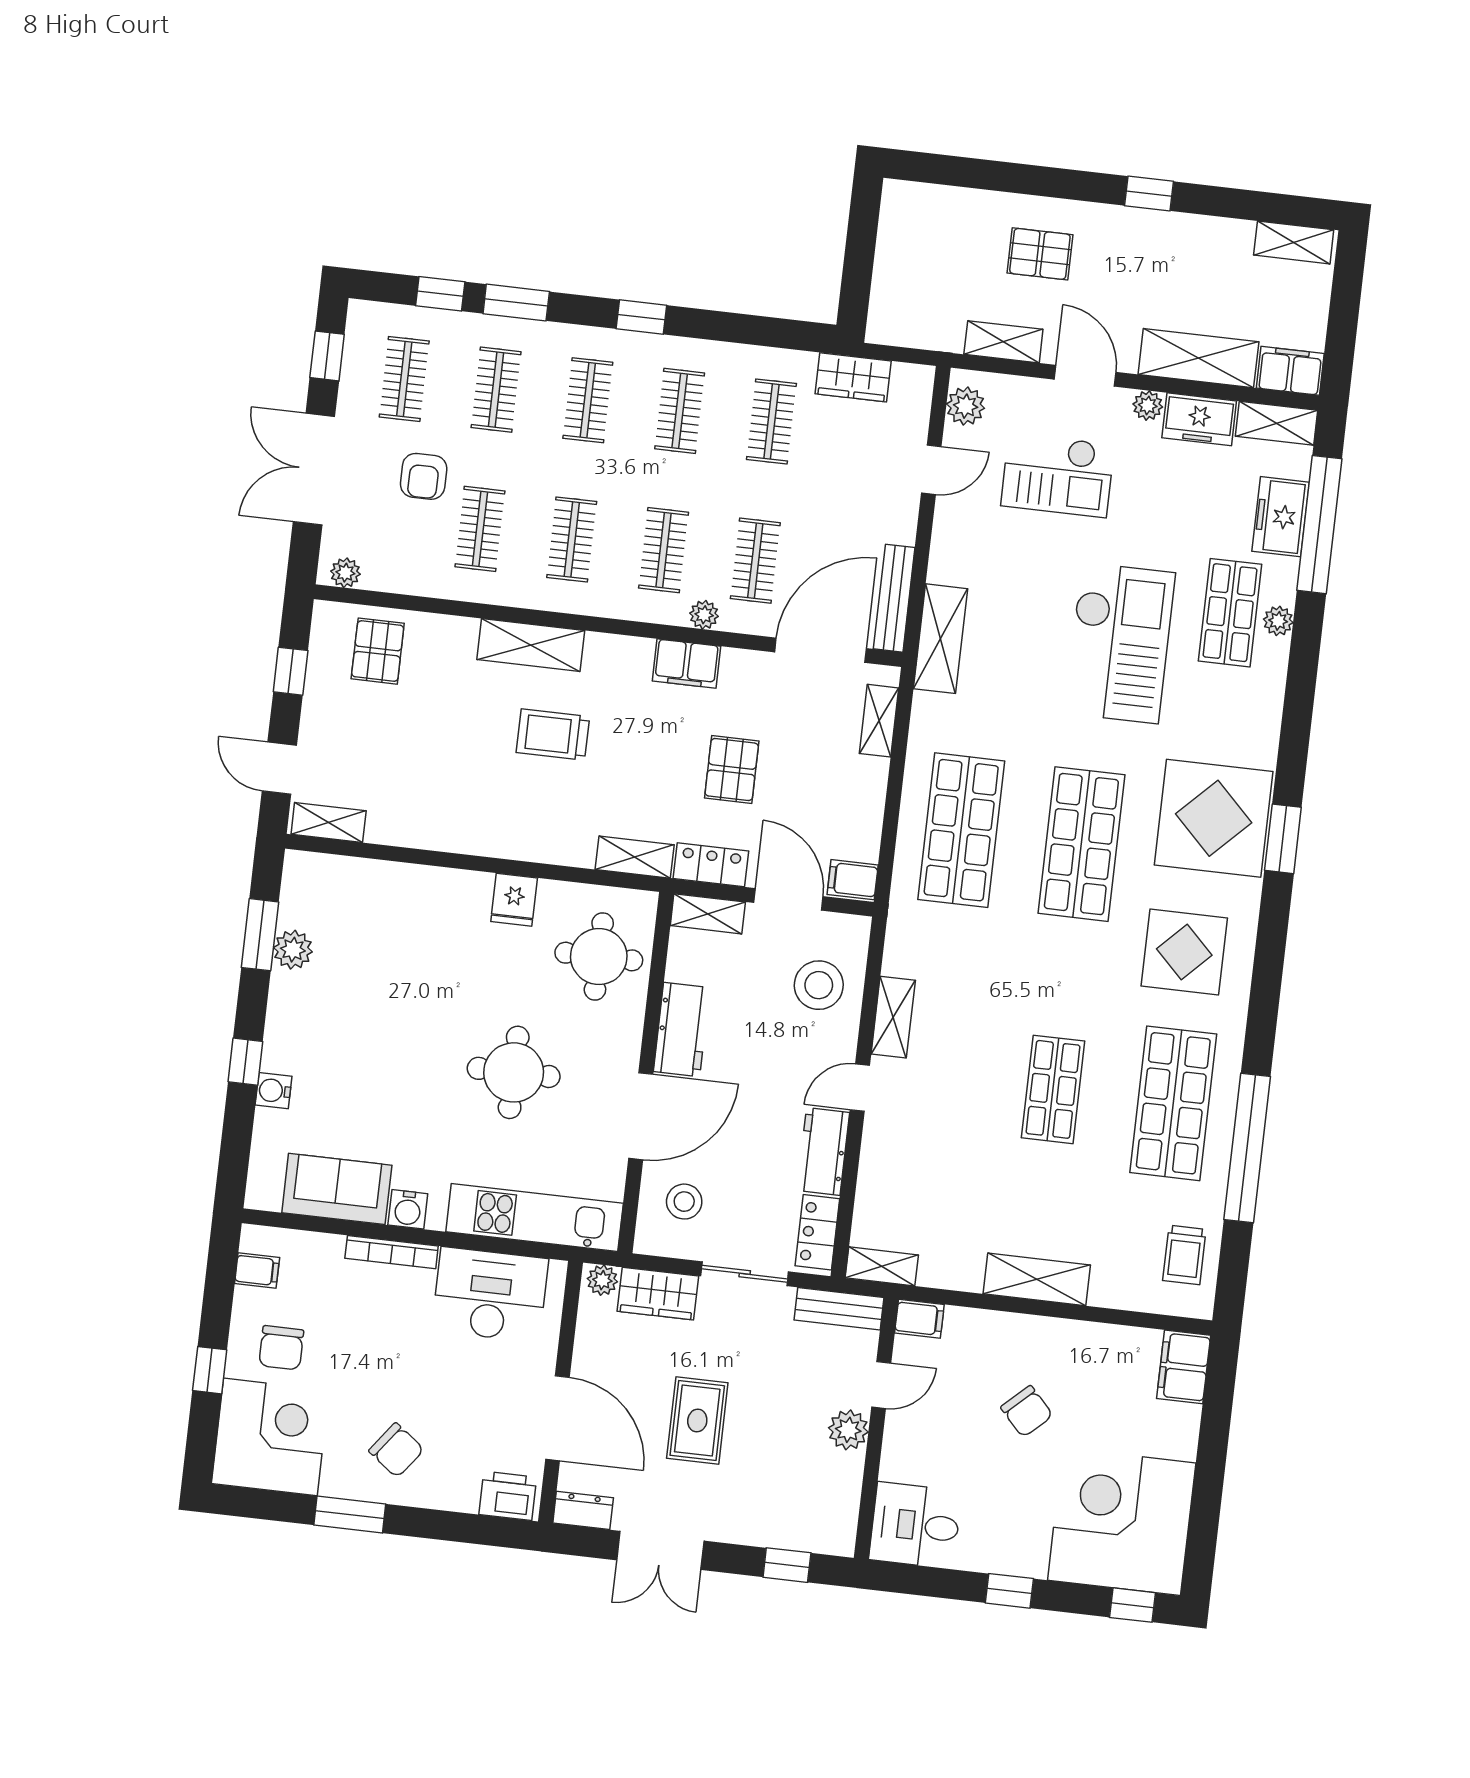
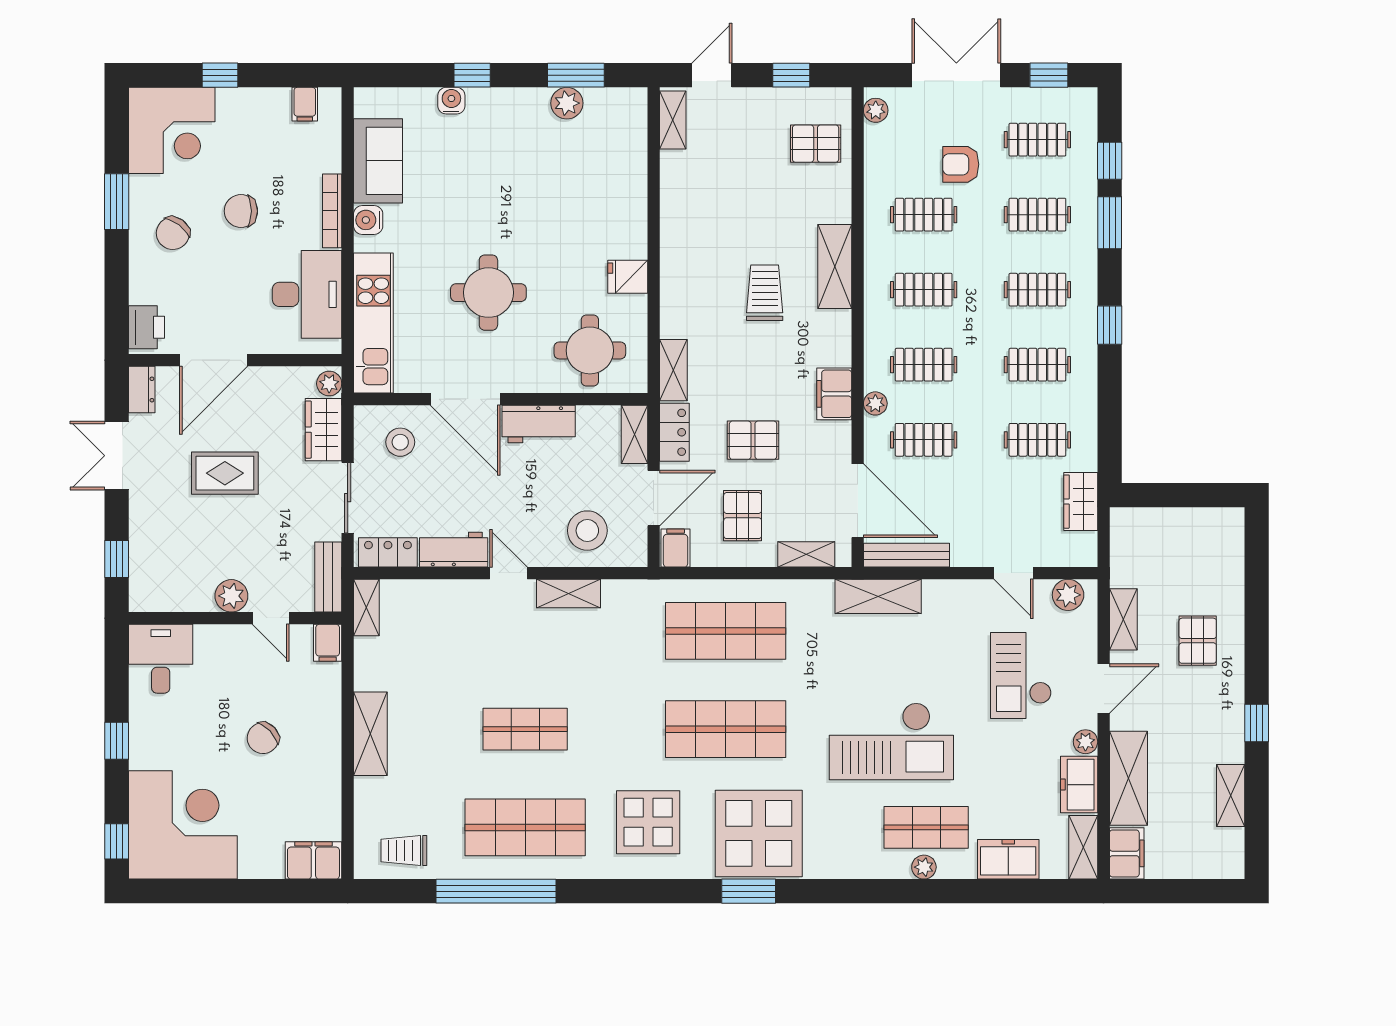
shelving: (1294, 242) -> (1231, 796), moved
window: (1319, 525) -> (1005, 891), removed
pallet: (822, 793) -> (743, 516), added
chair: (281, 1348) -> (241, 211), moved

